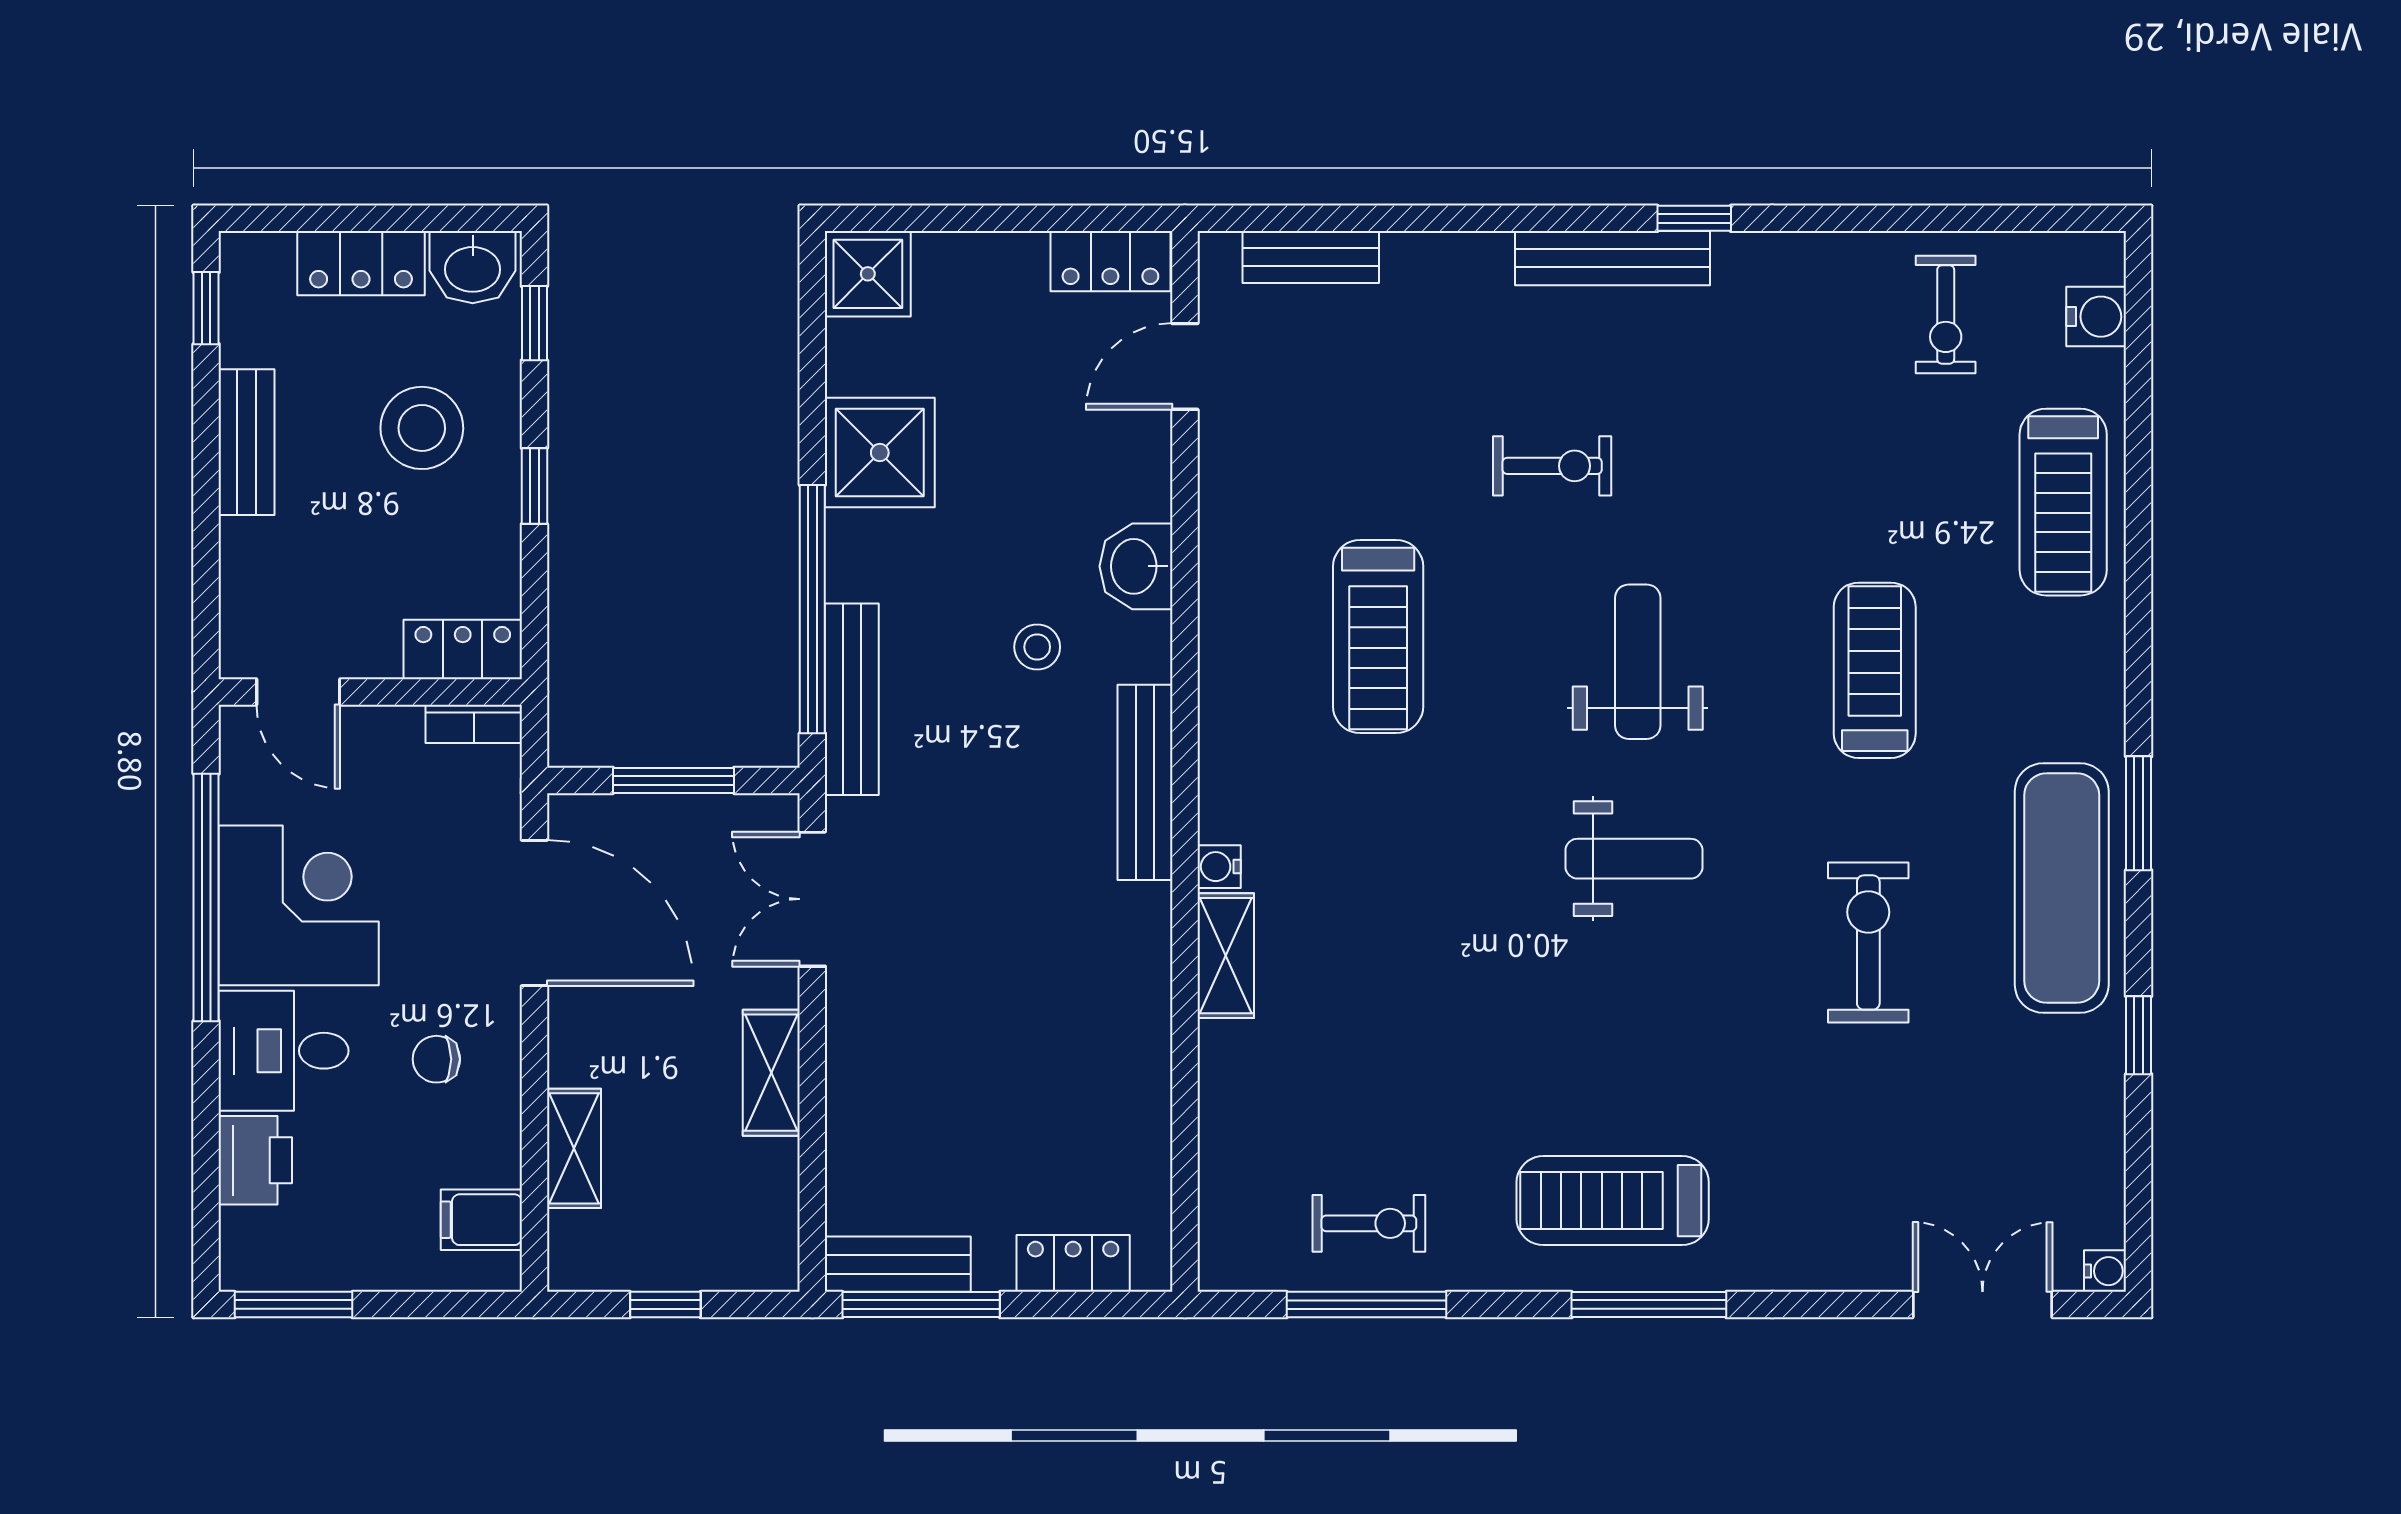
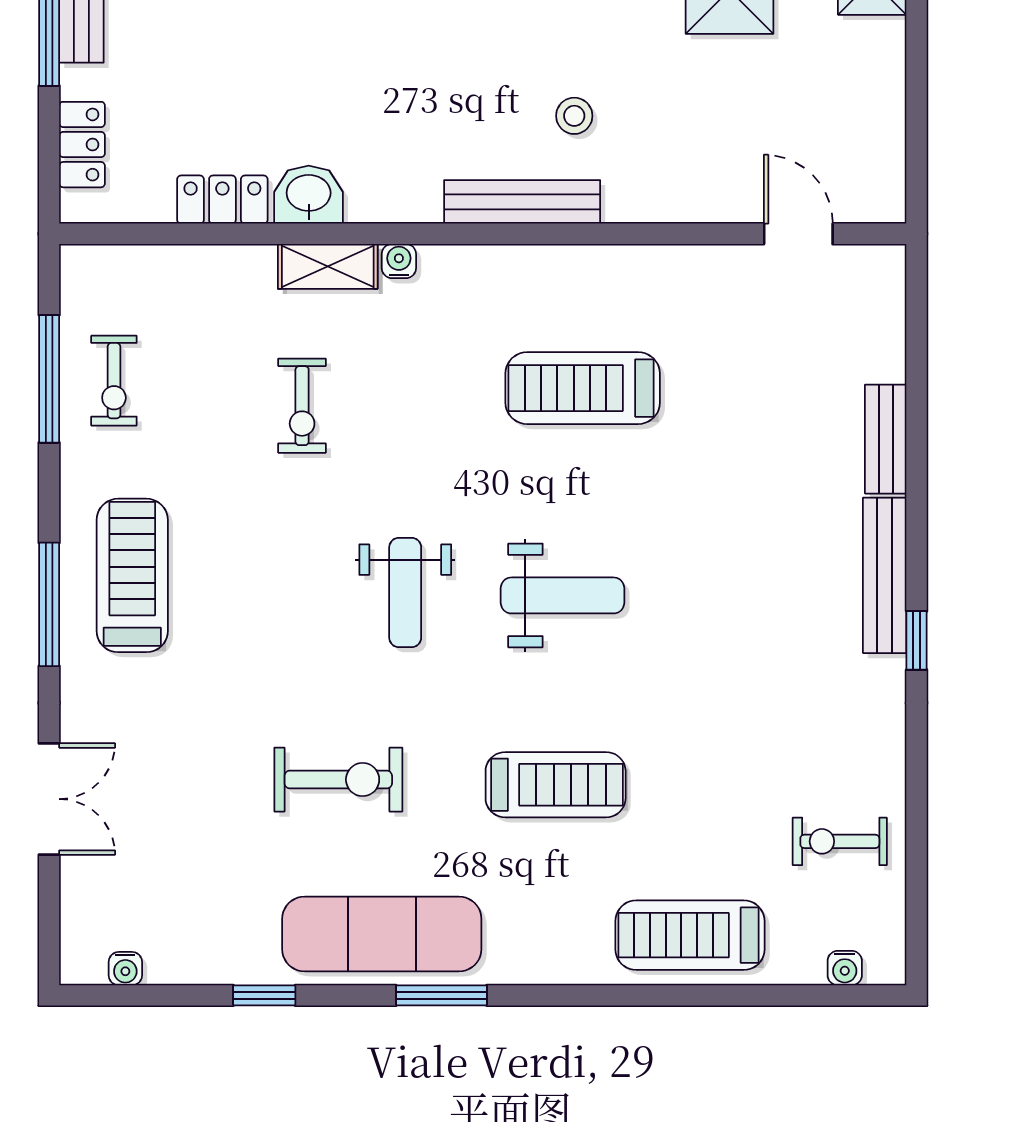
bench: (1311, 257) -> (886, 439), moved
locker: (1110, 261) -> (222, 200), moved, turned 90
water cooler: (2096, 317) -> (845, 968), width x0.72, depth x0.72
exercise bike: (1552, 466) -> (302, 406), moved
washbasin: (1136, 566) -> (309, 195), moved
bench: (1145, 782) -> (522, 202), moved
water cooler: (2105, 1271) -> (125, 969), moved
double door: (1983, 1305) -> (49, 799), moved

